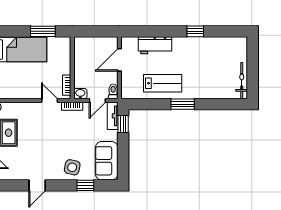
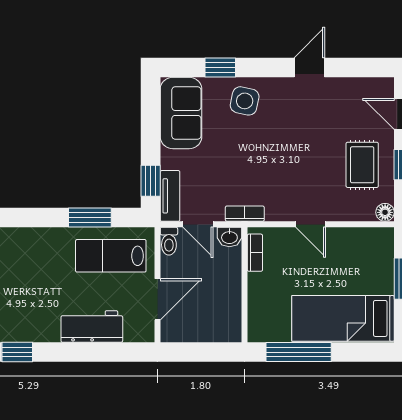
window: (43, 31) -> (299, 352), width x1.44
lab bench: (163, 83) -> (111, 256), moved
door: (50, 101) -> (311, 224), moved
door: (97, 101) -> (198, 224), swing flipped
window: (183, 104) -> (90, 217), moved

